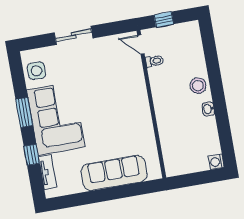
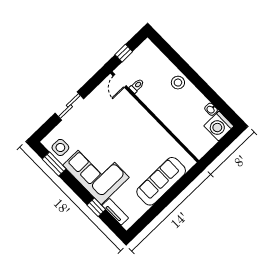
door: (141, 44) -> (120, 81), hinge flipped
washbasin: (208, 109) -> (211, 109), moved
window: (24, 112) -> (54, 164), moved
washing machine: (216, 162) -> (219, 126), width x1.89, depth x1.89

